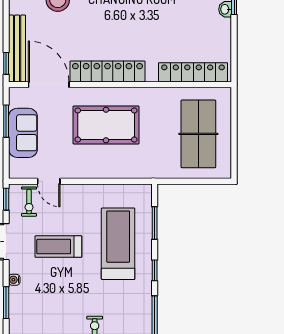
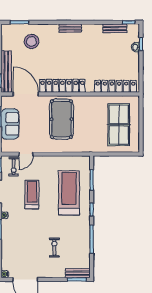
pool table: (106, 125) -> (61, 119), turned 90
door: (49, 181) -> (26, 154), hinge flipped
treadmill: (58, 247) -> (32, 195), turned 90

